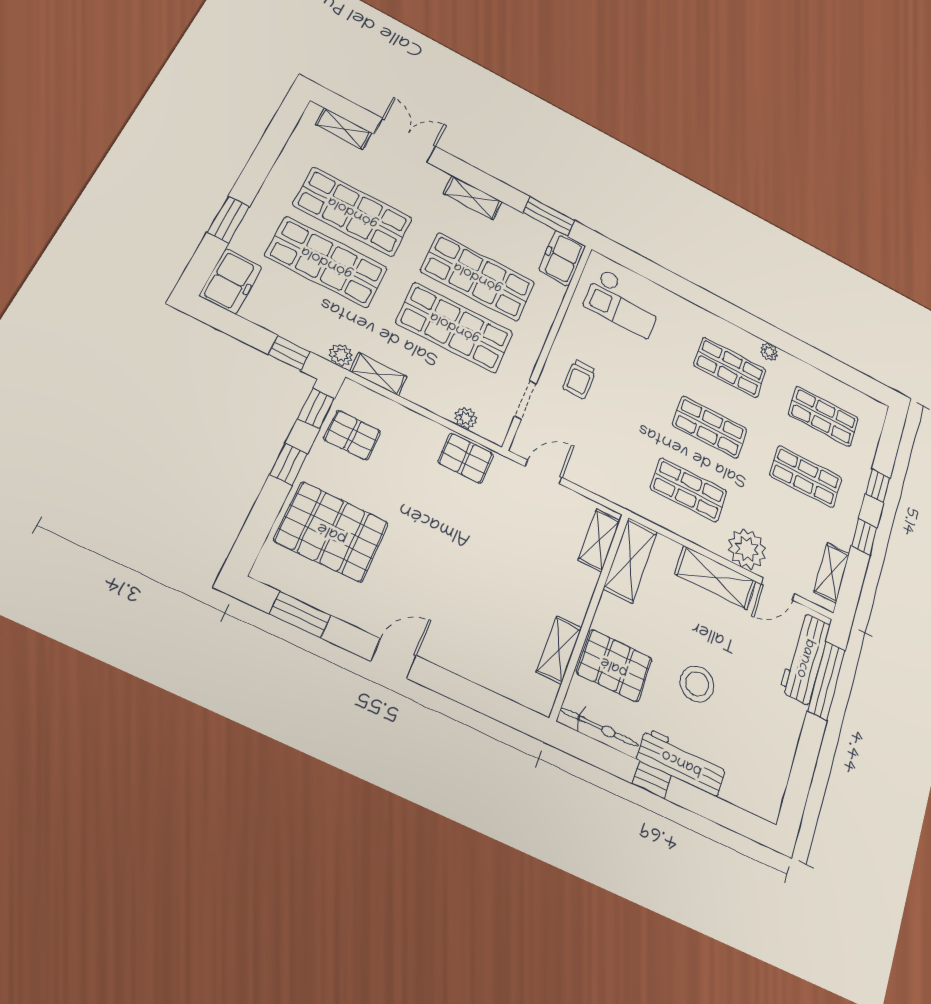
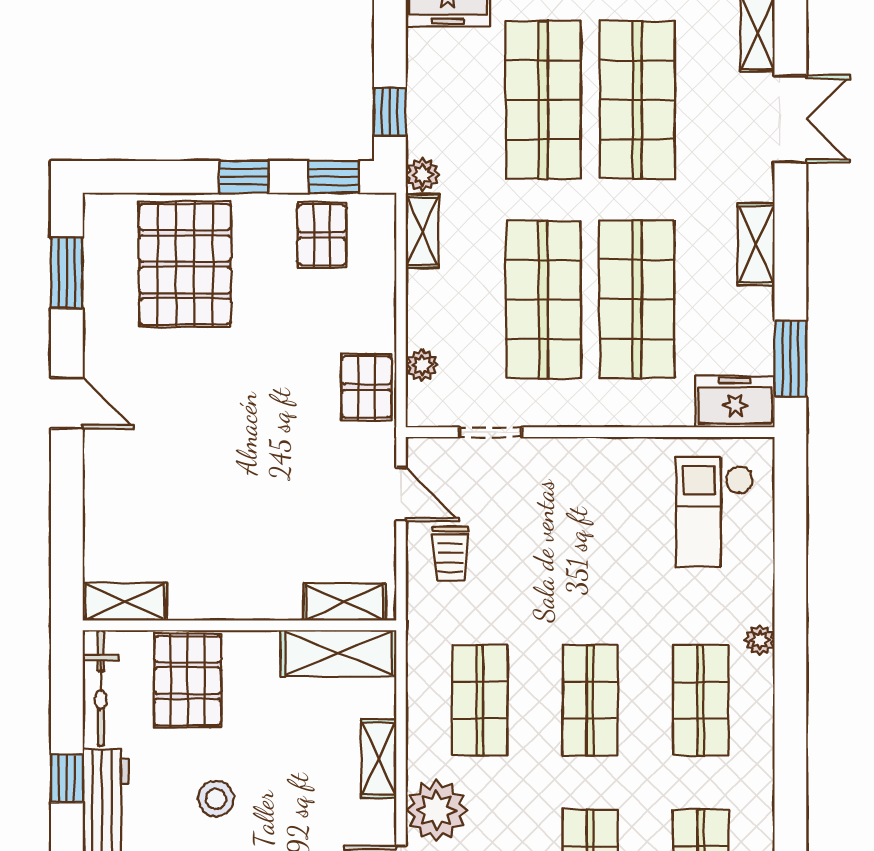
plant: (769, 352) -> (760, 640), moved
trolley: (579, 379) -> (450, 554), moved, turned -90
shelving: (715, 578) -> (379, 759), width x0.67, depth x0.75
shelving: (559, 650) -> (125, 602), moved
stool: (697, 684) -> (216, 799), width x0.73, depth x0.73

